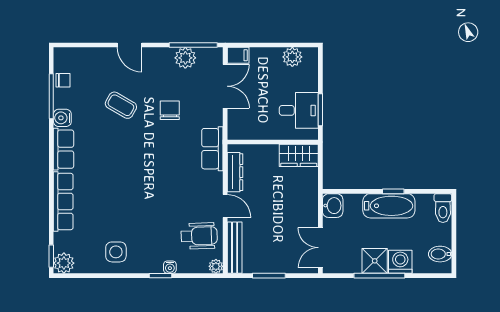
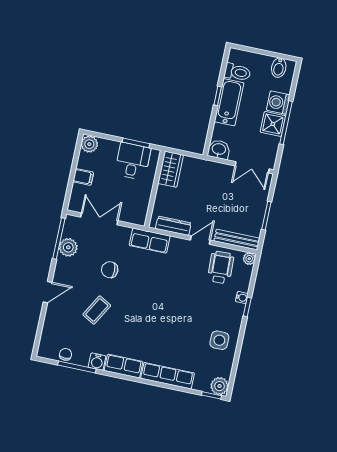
filing cabinet: (238, 55) -> (83, 177), moved, turned 90
plant: (292, 57) -> (89, 144), moved
toilet: (443, 208) -> (237, 72), moved

